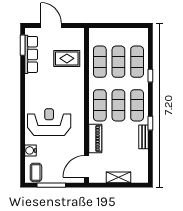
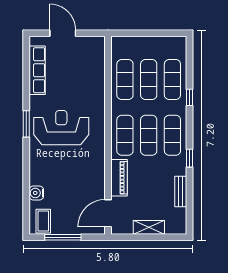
window: (23, 45) -> (26, 124), moved
rug: (67, 58) -> (83, 75), removed
reception desk: (49, 122) -> (61, 128), moved
bench: (144, 137) -> (181, 192), moved

